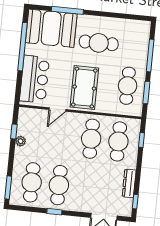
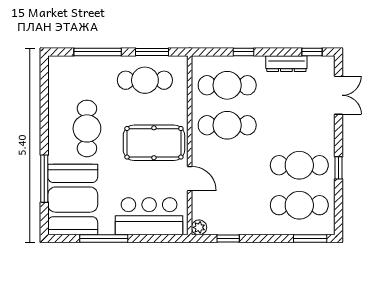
window: (22, 47) -> (104, 239), width x0.68
window: (142, 140) -> (243, 52), moved
plant: (21, 141) -> (199, 227), moved

